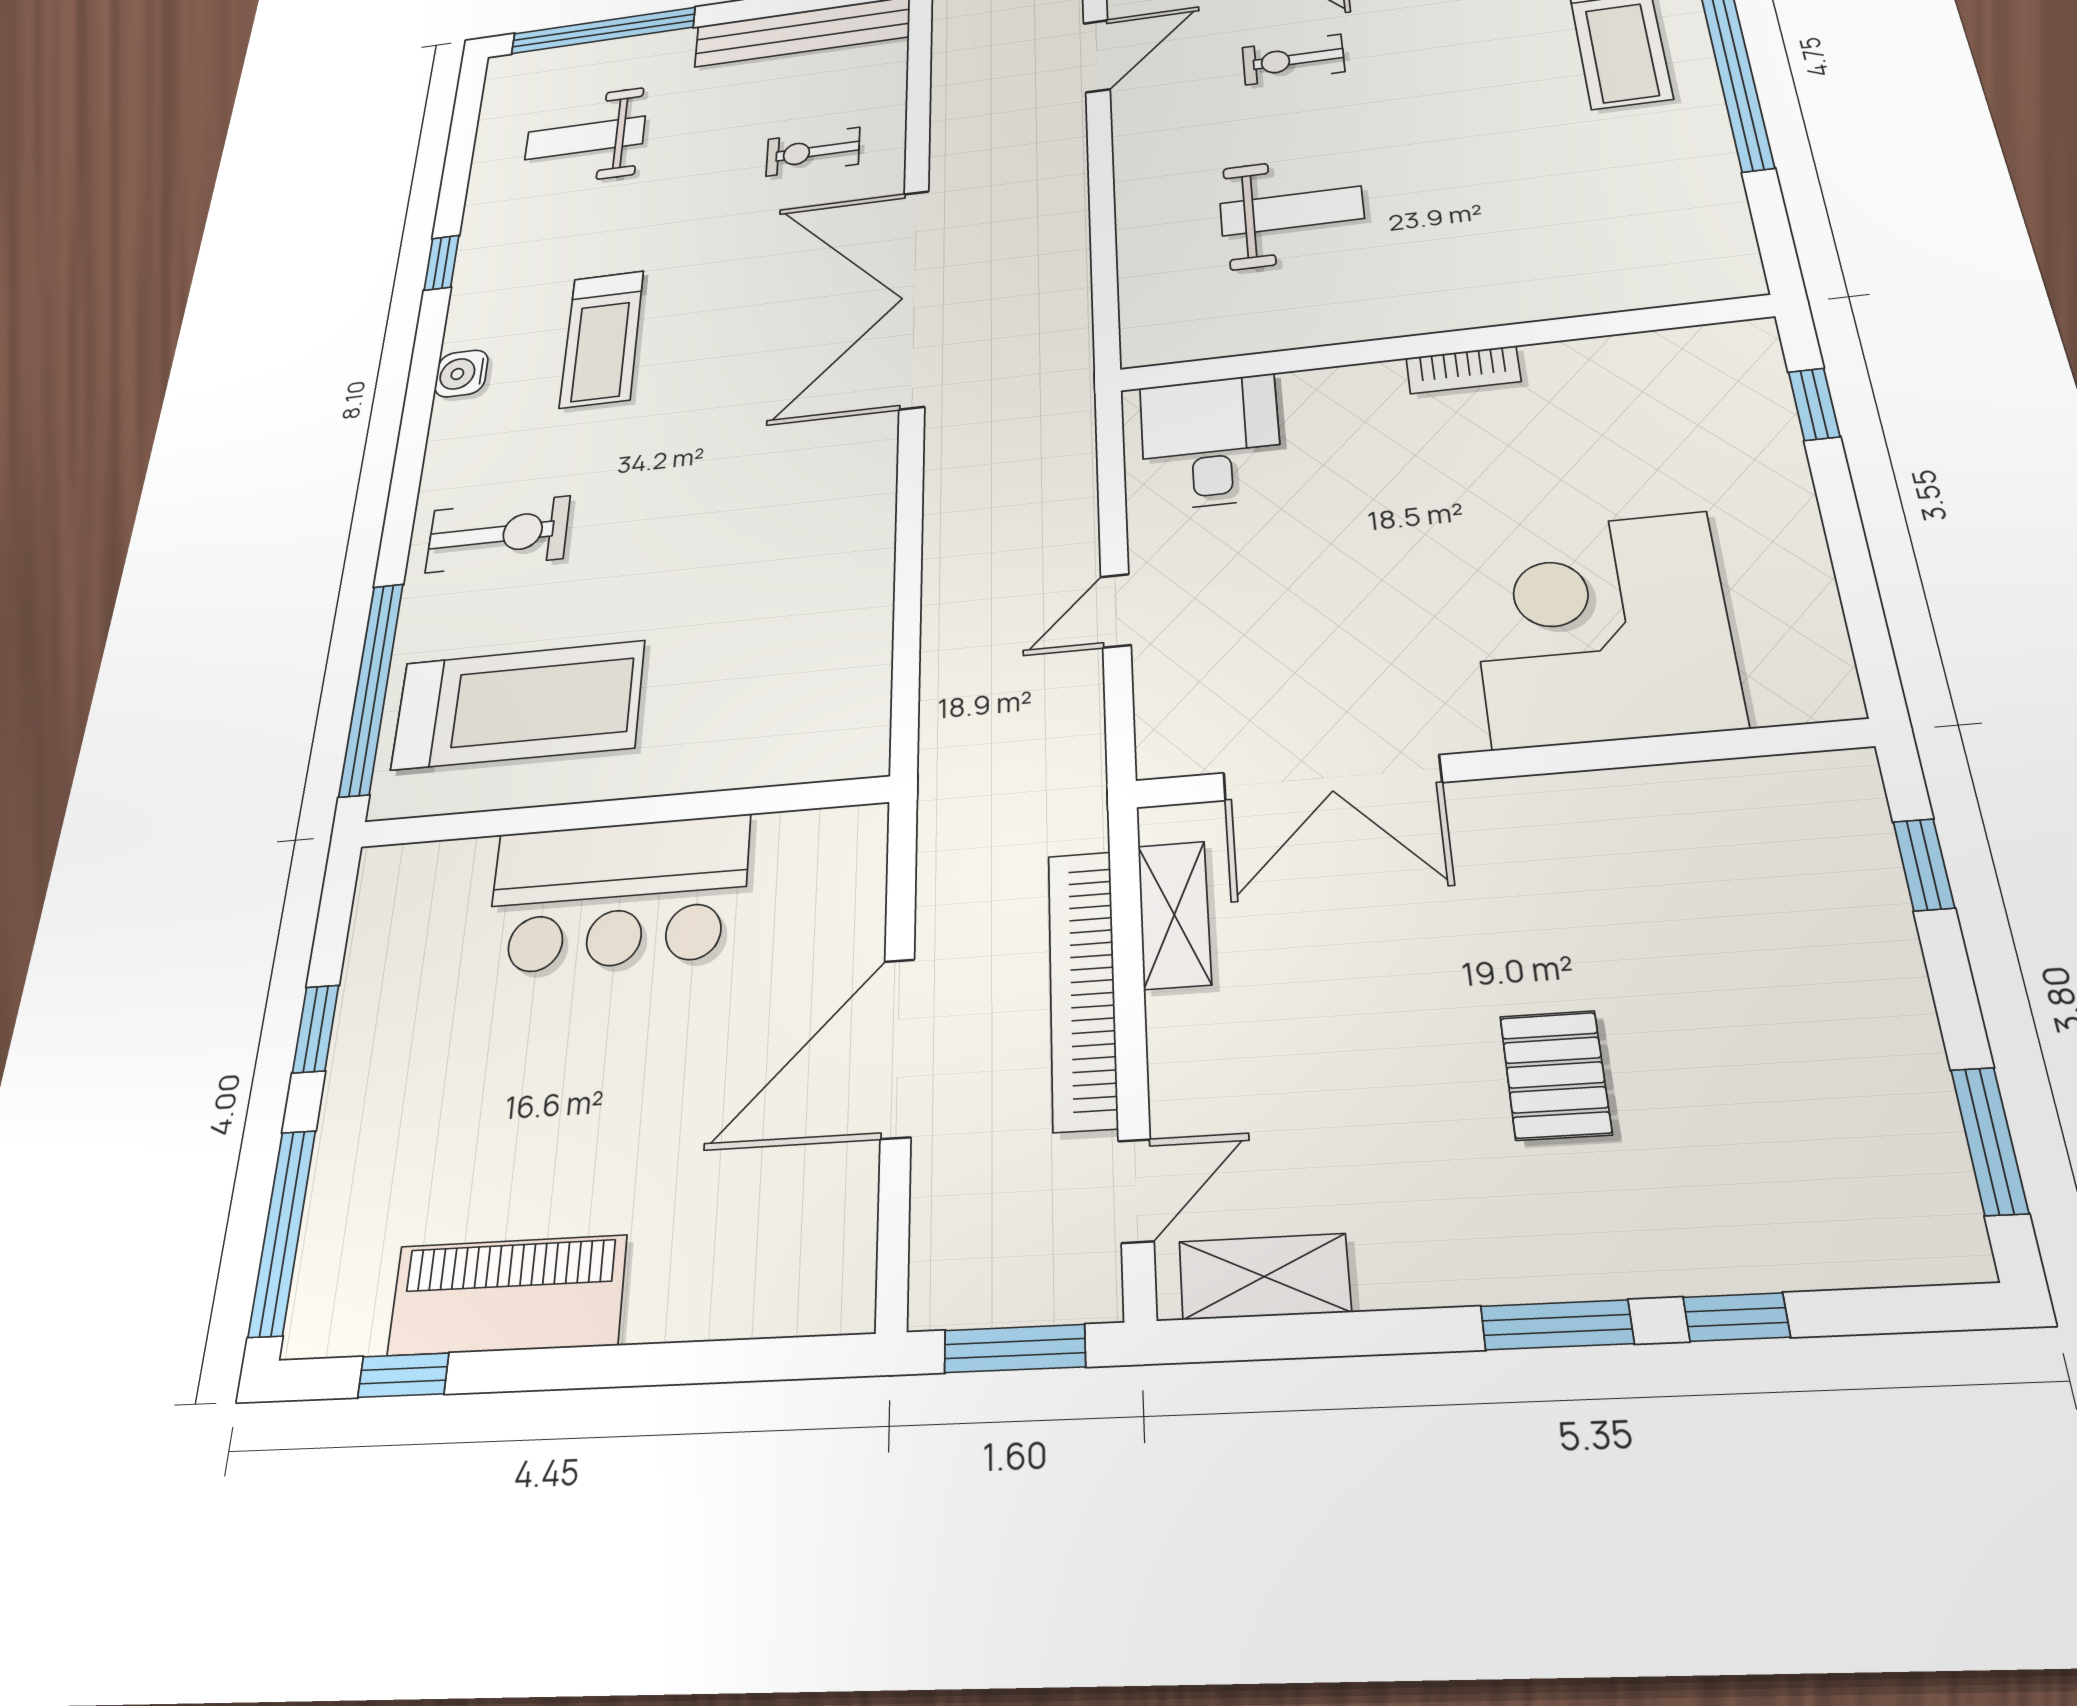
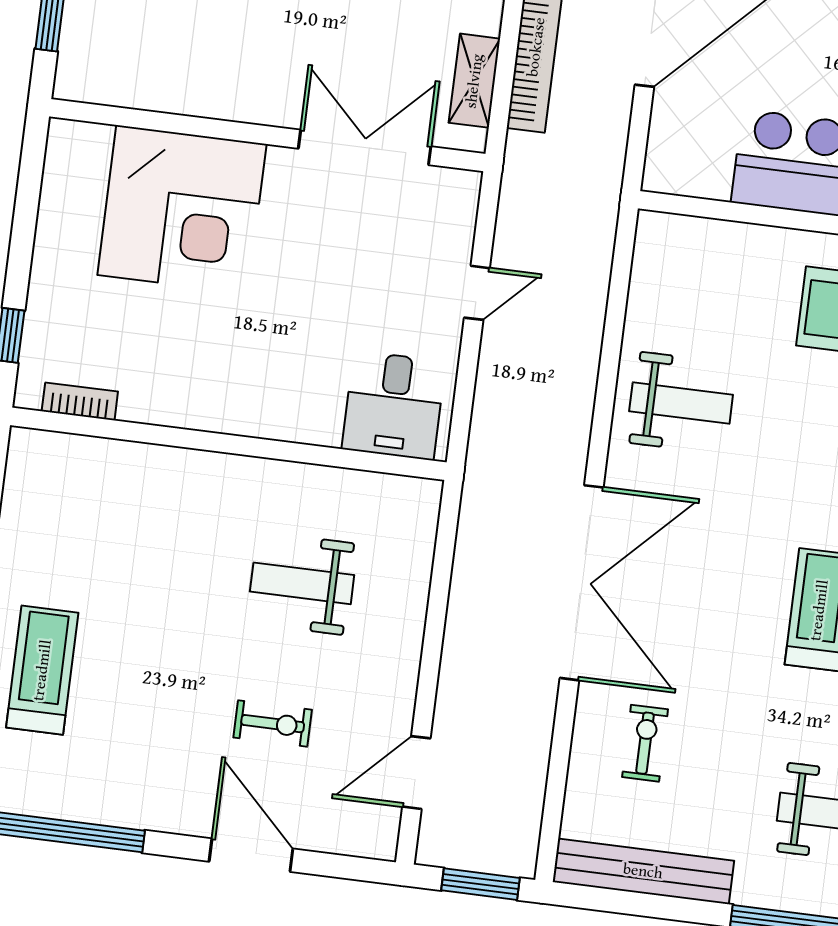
exercise bike: (813, 152) -> (645, 743), turned -90
bookcase: (1463, 370) -> (80, 401), moved
weight bench: (802, 534) -> (681, 403), added

